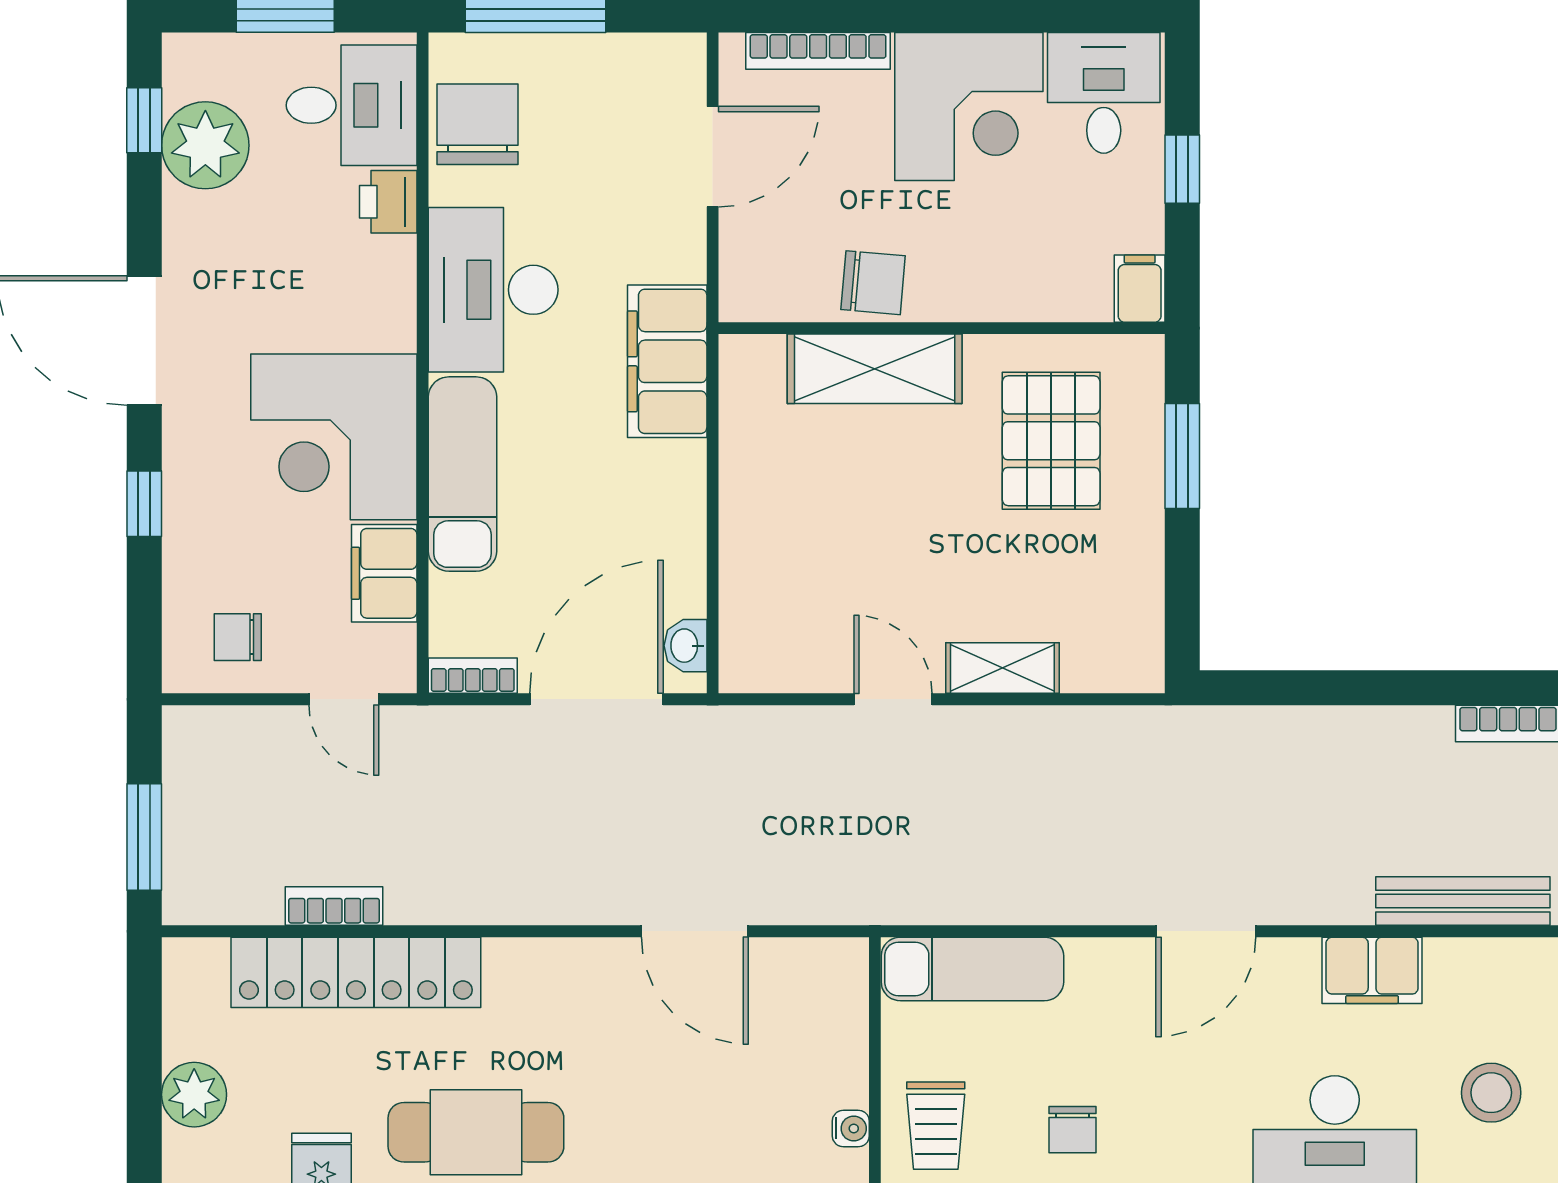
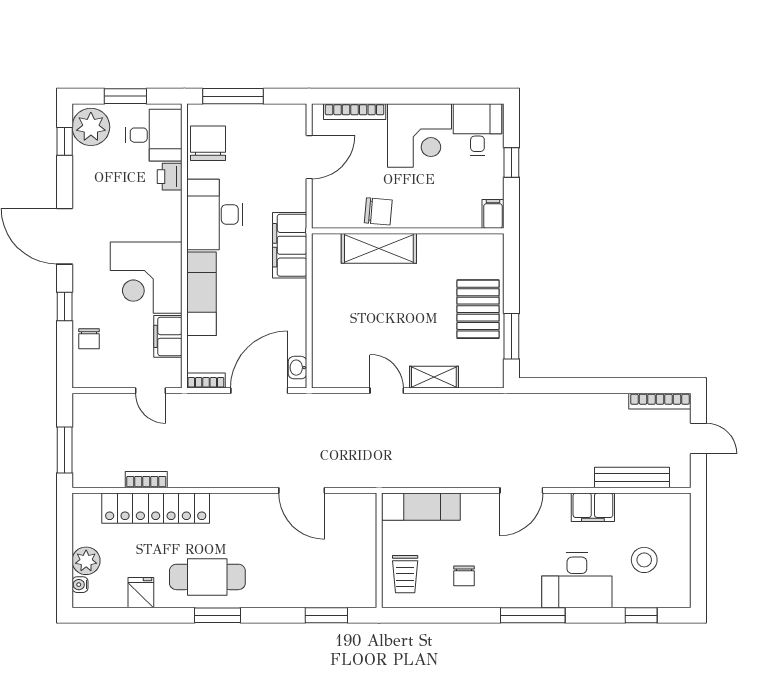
plant: (205, 145) -> (91, 127), moved
pallet: (1051, 441) -> (478, 309), moved
window: (1182, 456) -> (511, 336), moved
chair: (238, 637) -> (89, 339), moved, turned -90
water cooler: (851, 1128) -> (80, 585), moved, turned 180

